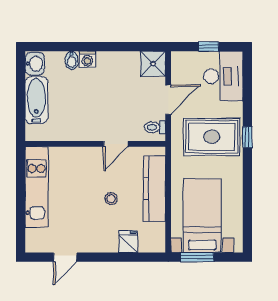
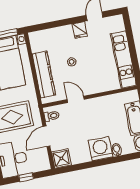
washing machine: (87, 59) -> (100, 149), width x1.89, depth x1.89
door: (116, 144) -> (76, 99), hinge flipped
fridge: (128, 242) -> (80, 30), moved

